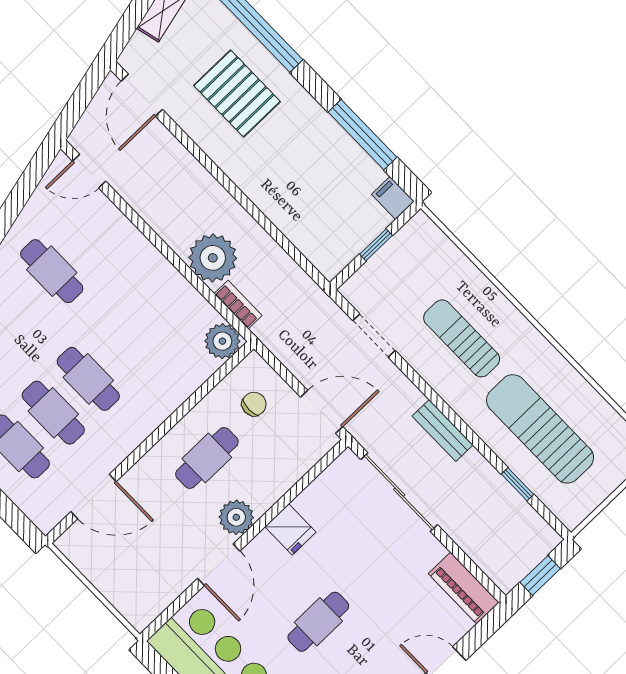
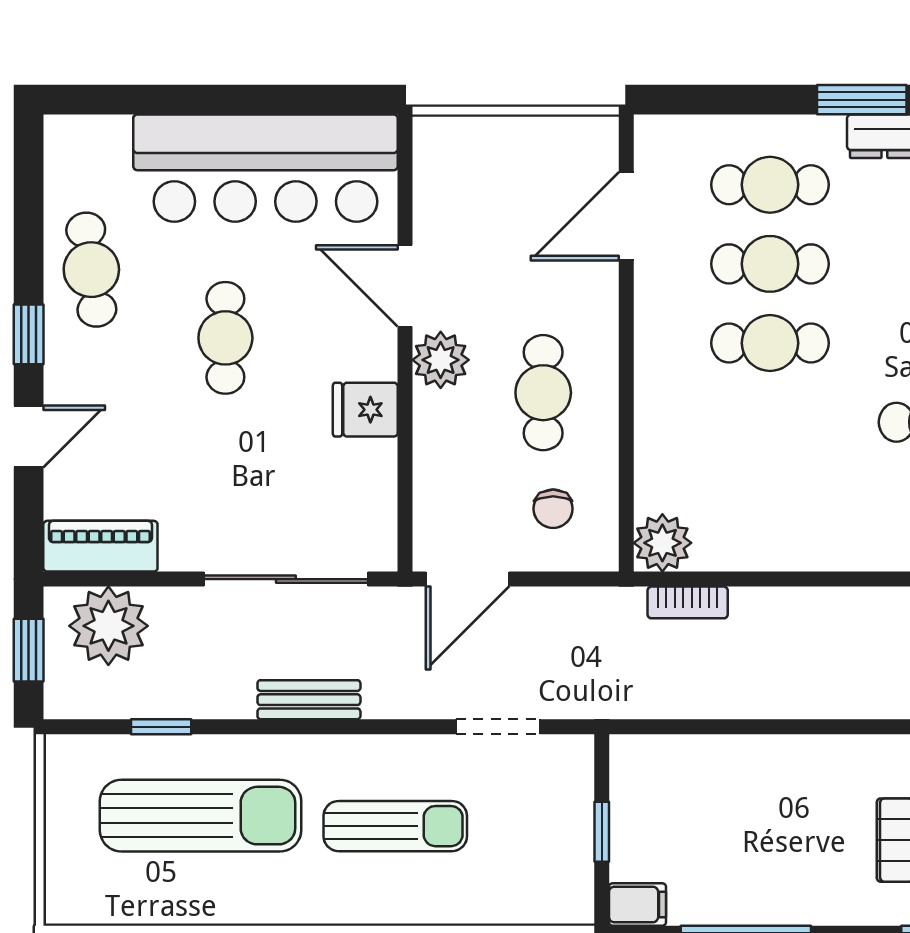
plant: (213, 258) -> (108, 626), moved

